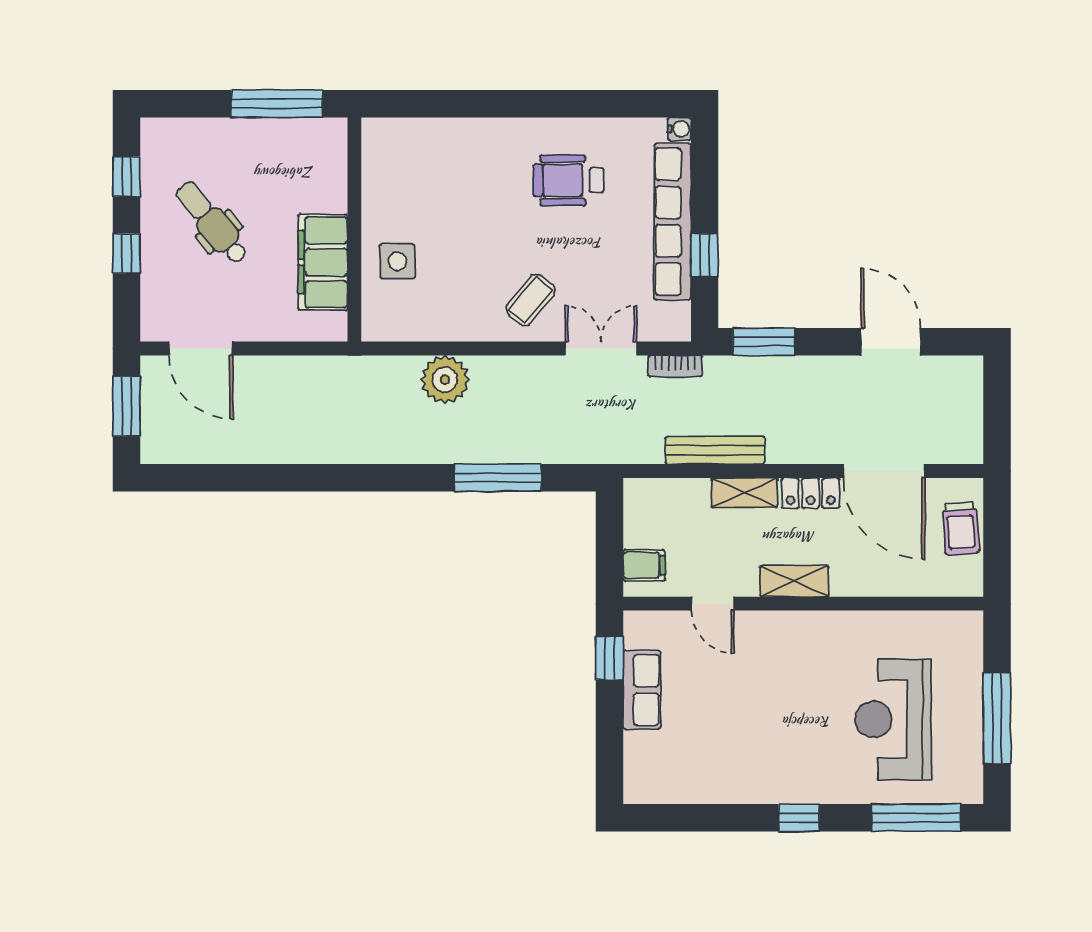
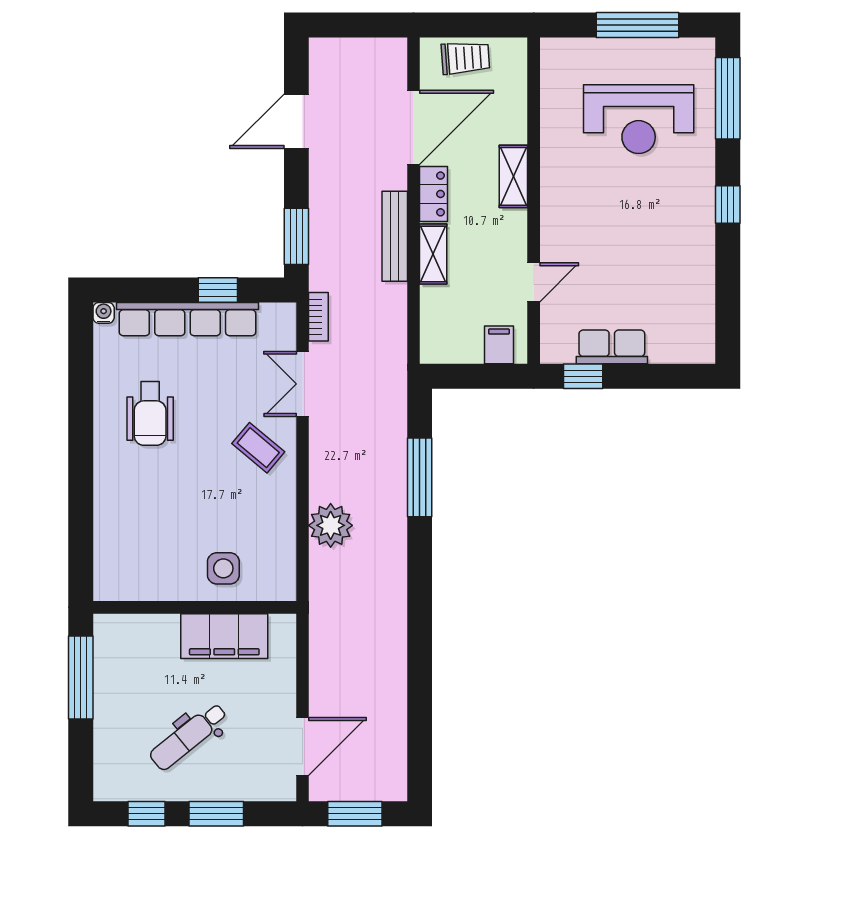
window: (127, 253) -> (216, 814), width x1.50
bench: (715, 450) -> (395, 236), moved
shelving: (794, 581) -> (513, 176), moved

